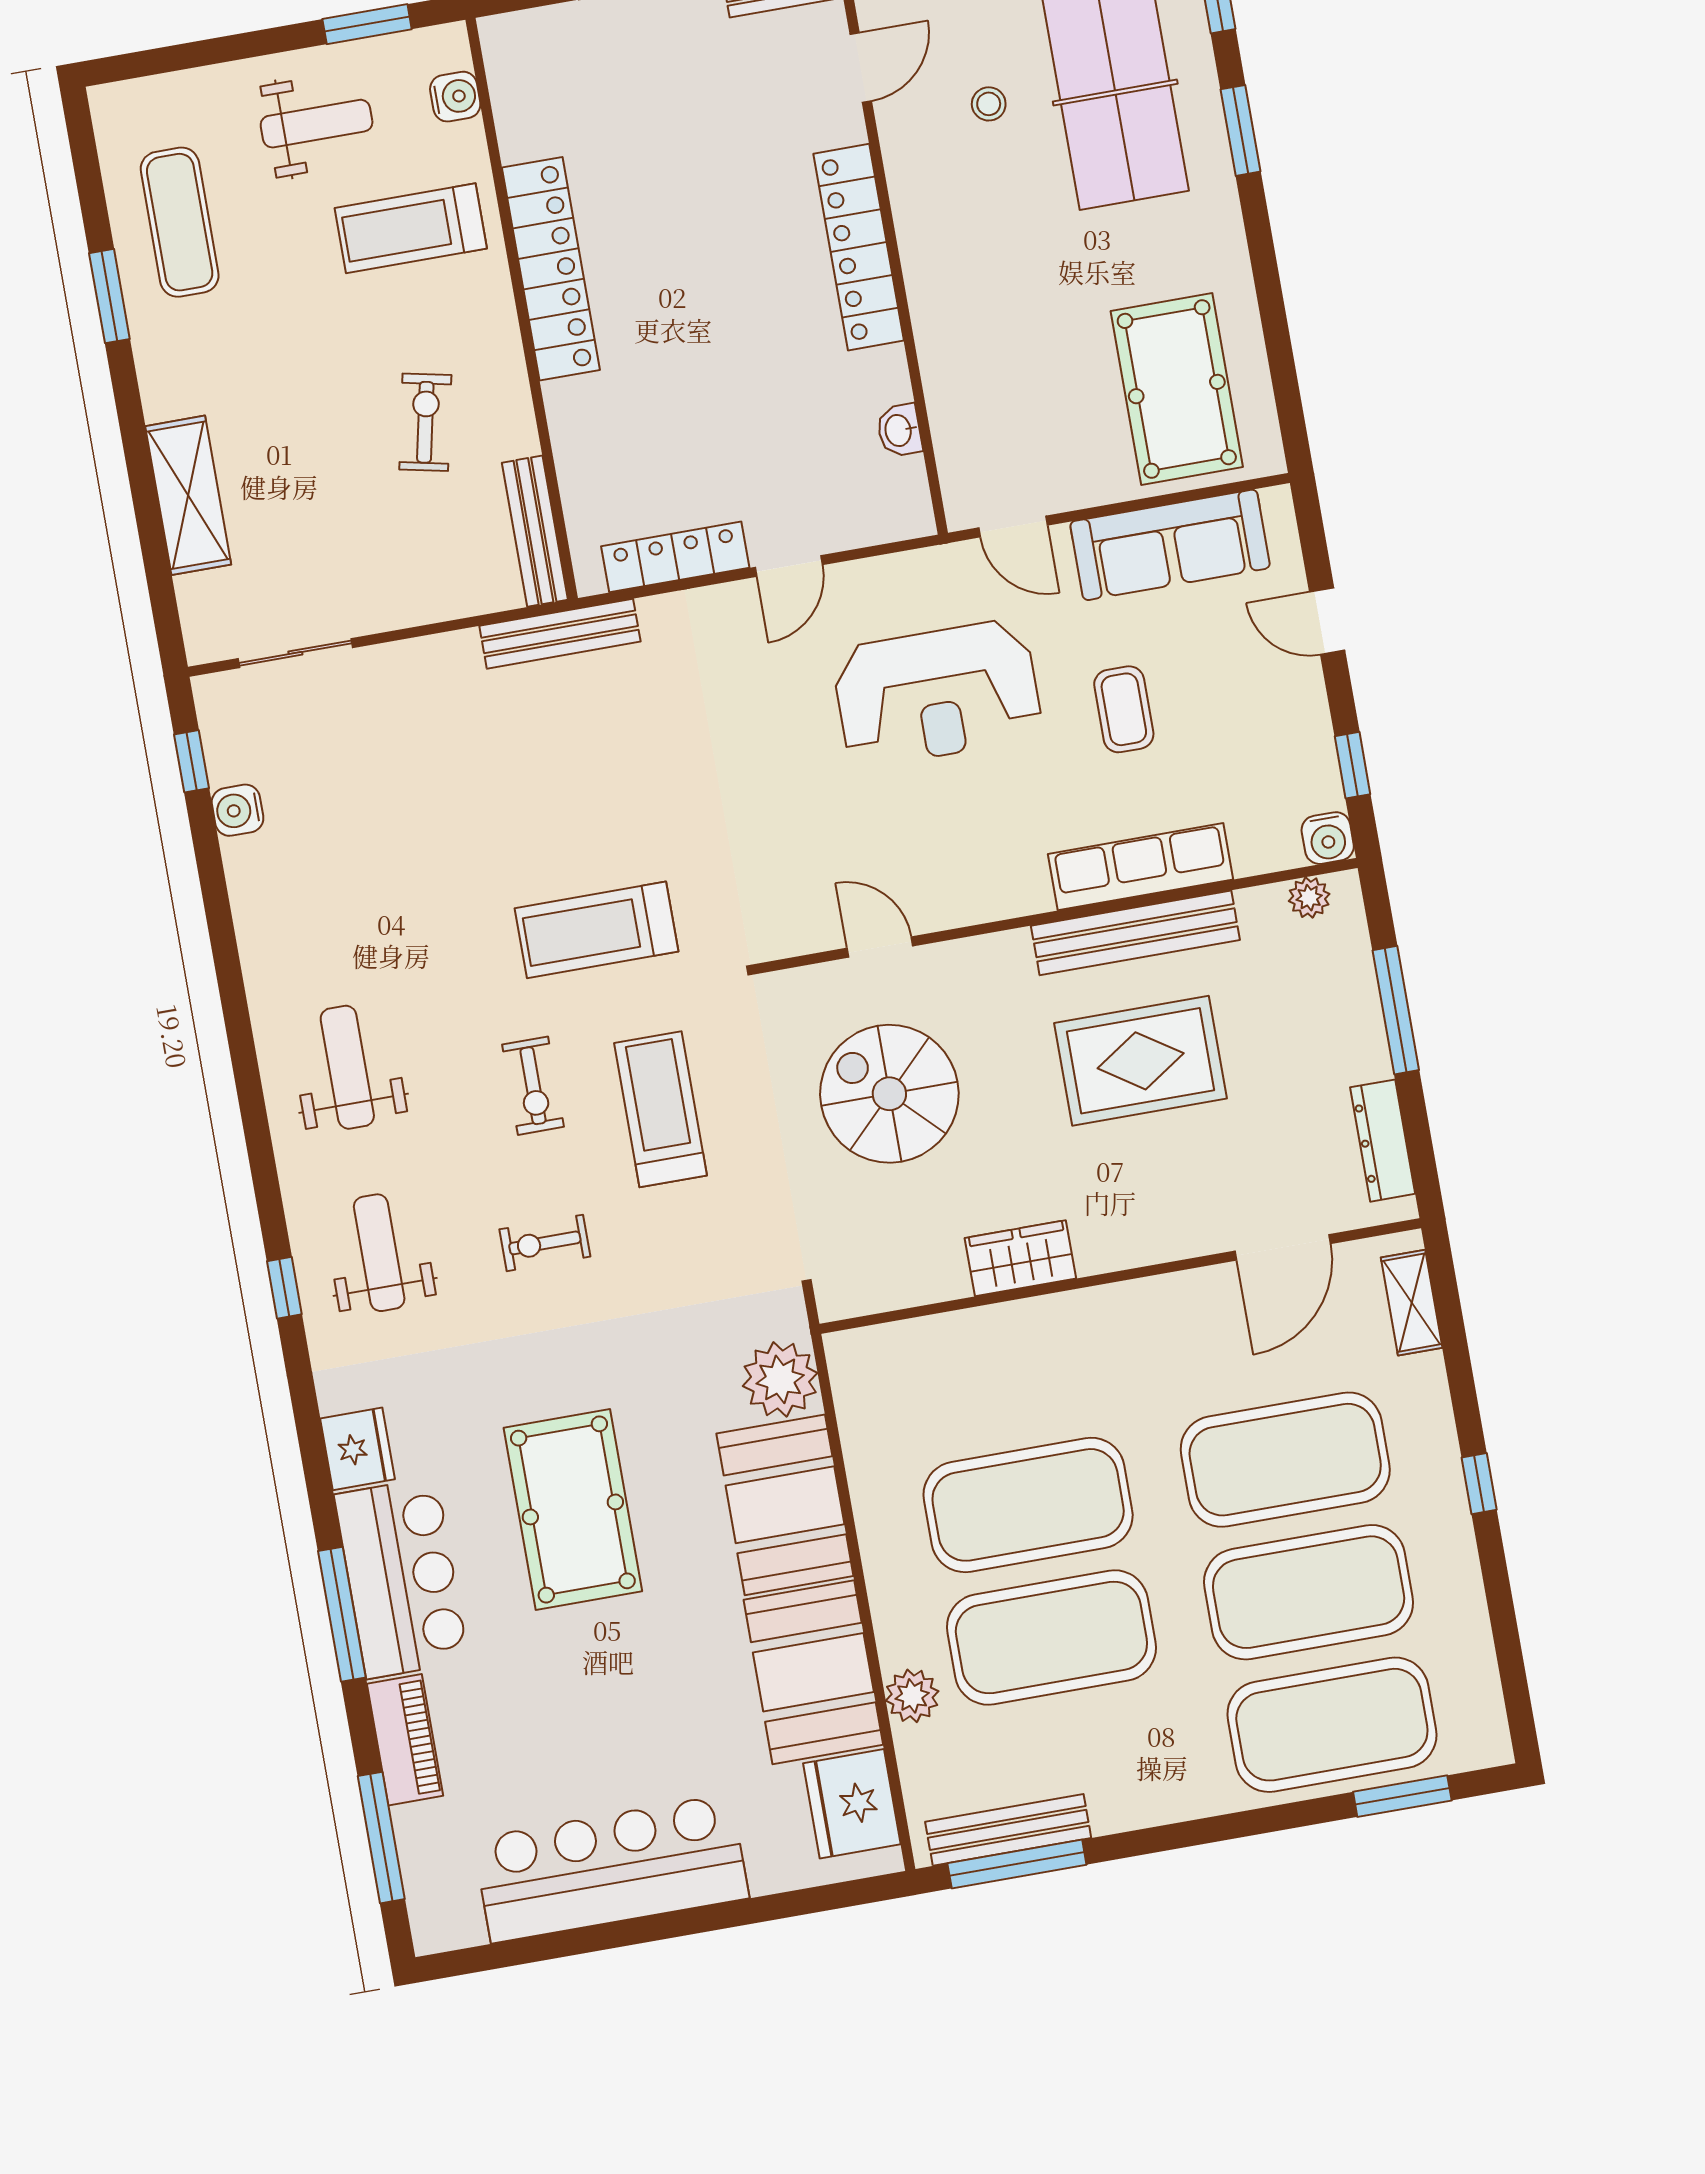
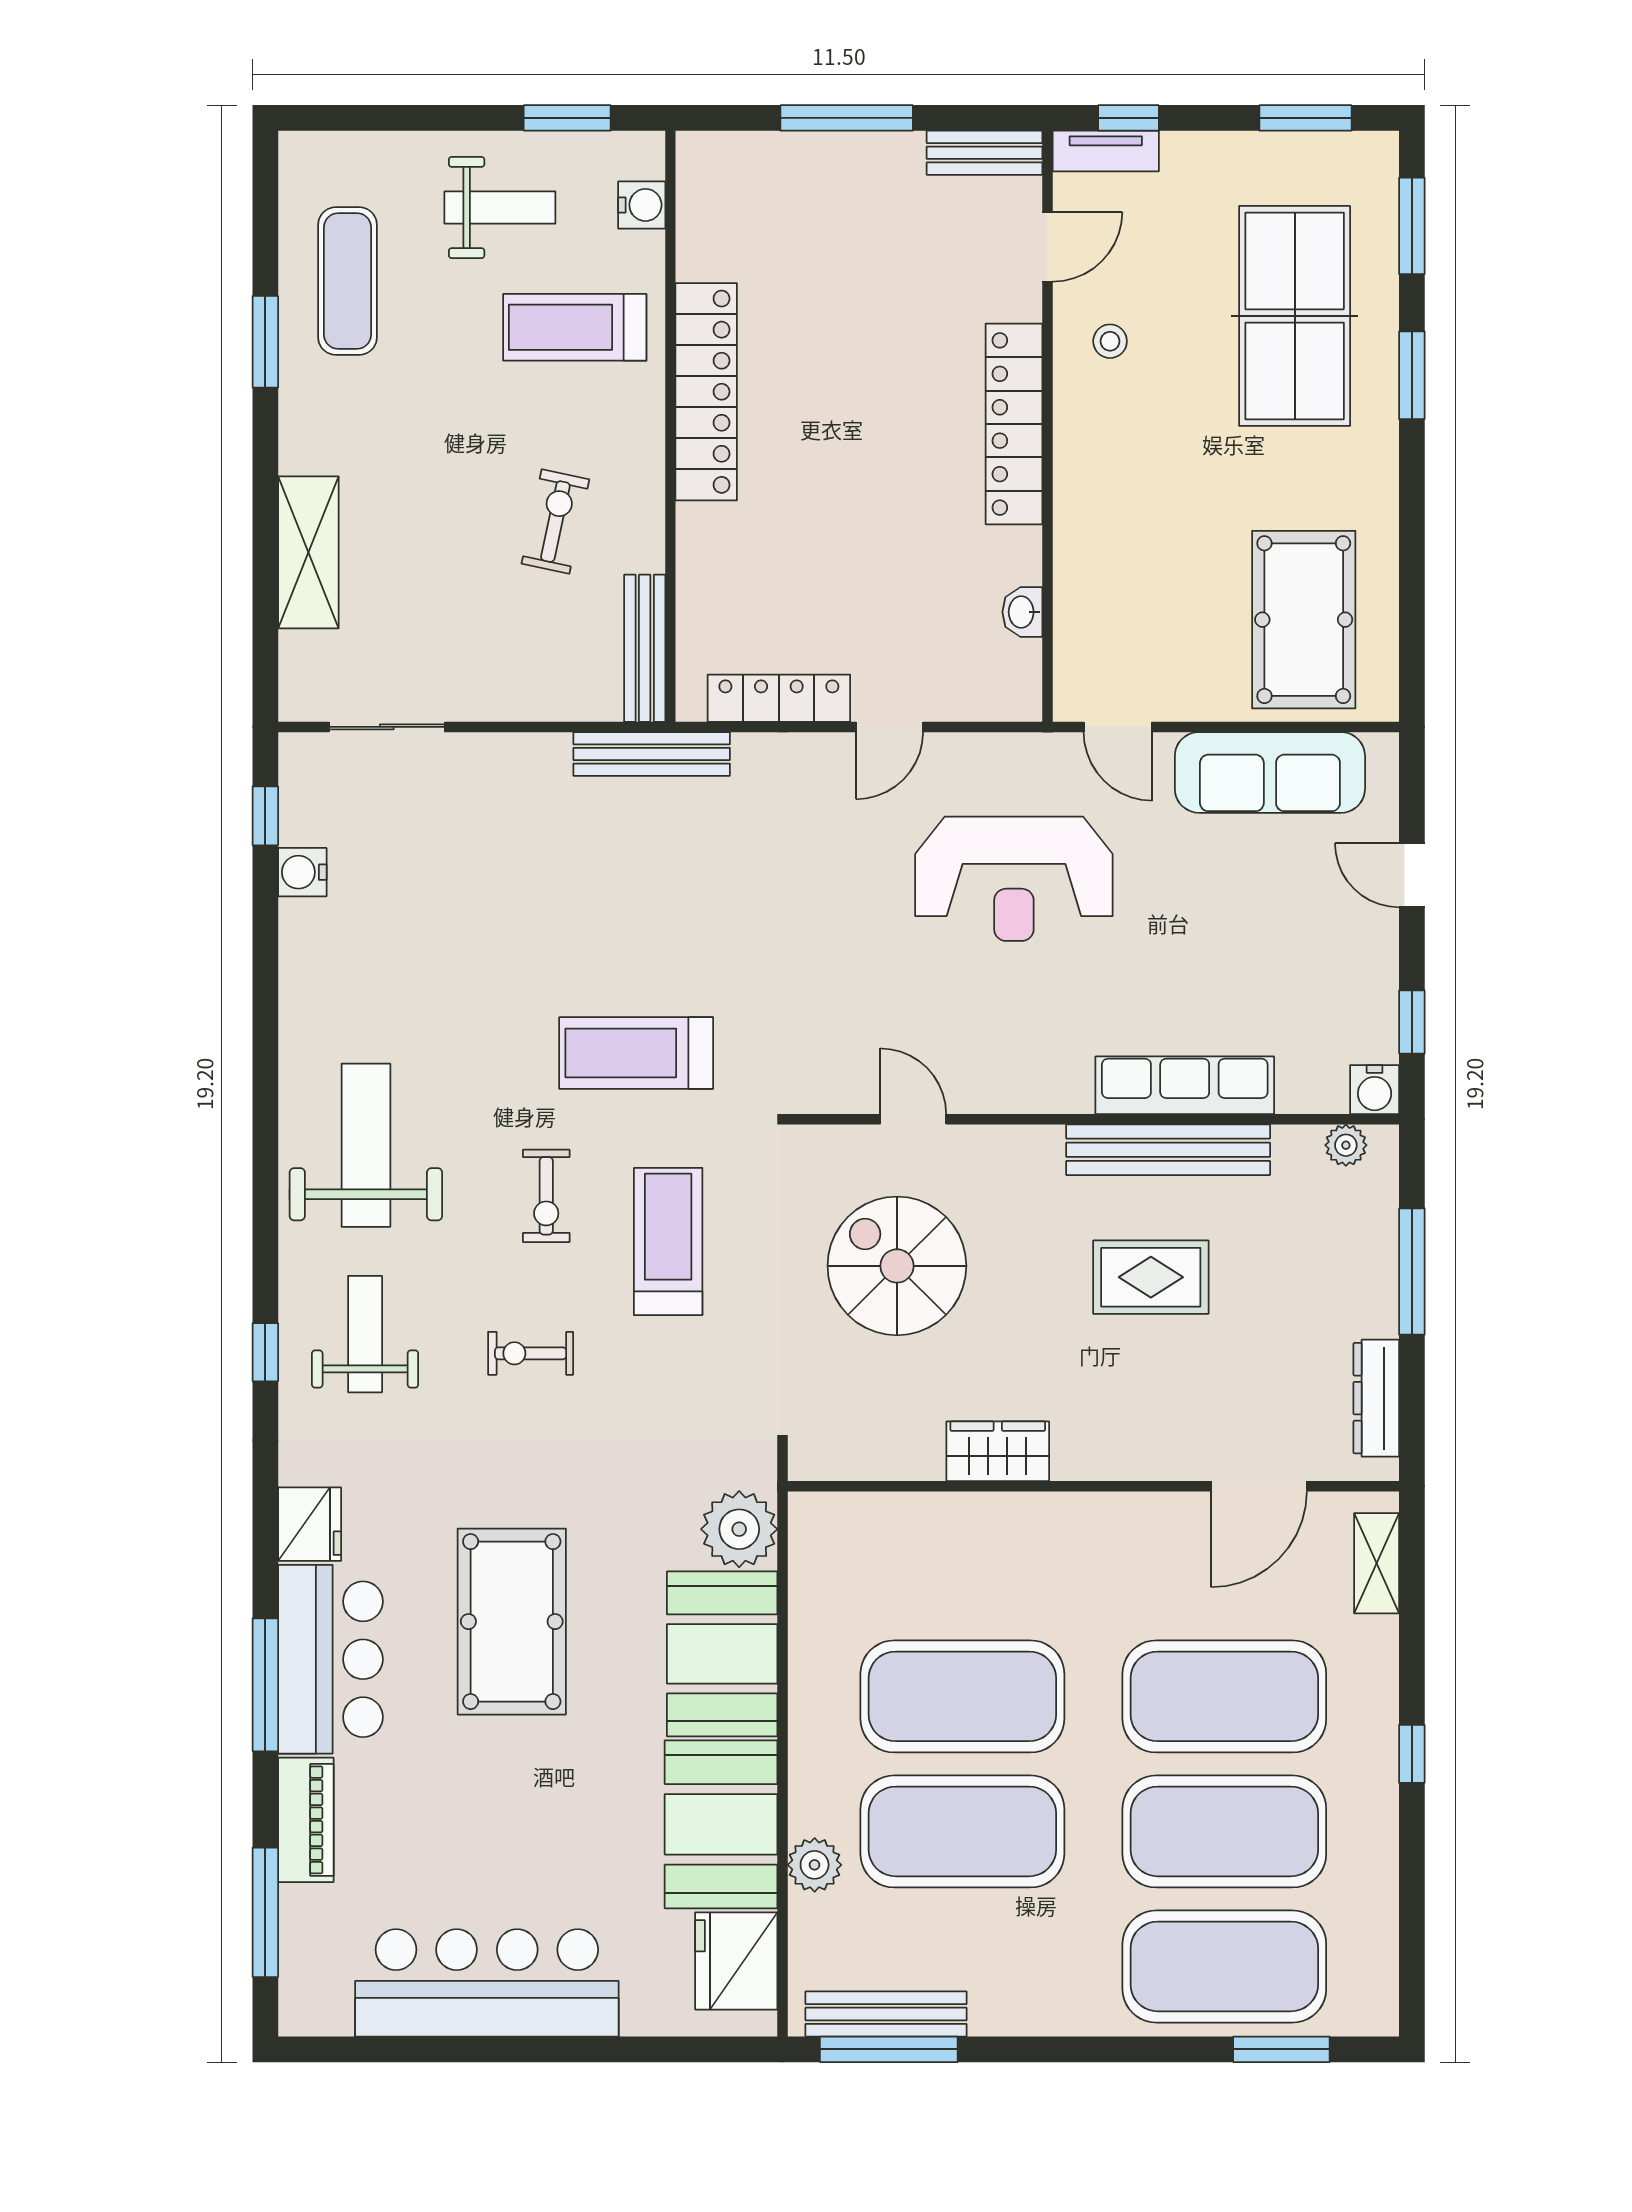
stool: (989, 104) -> (1110, 341), moved
coffee table: (1124, 709) -> (1196, 927), removed
rug: (1141, 1061) -> (1151, 1277), width x0.73, depth x0.70
weight bench: (347, 1067) -> (366, 1145), width x1.36, depth x1.33

